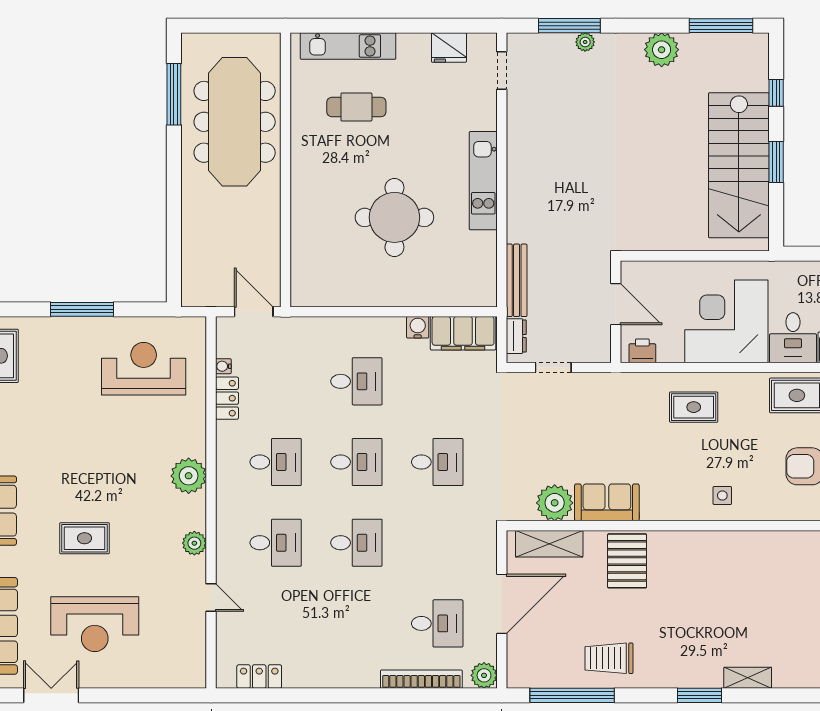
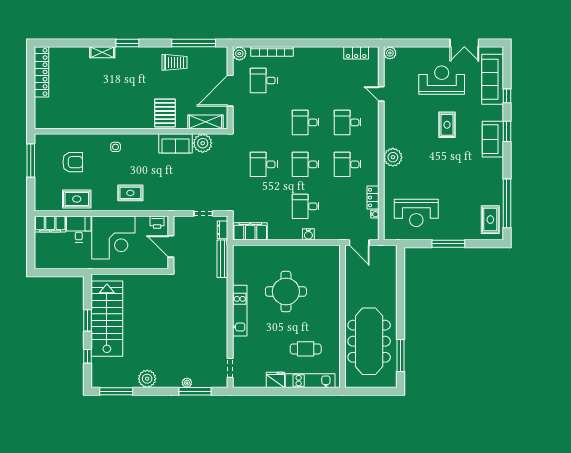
fridge: (449, 48) -> (275, 380), moved
water cooler: (418, 327) -> (308, 234), moved
rug: (84, 538) -> (447, 125), turned 90
plant: (194, 543) -> (390, 53), moved

